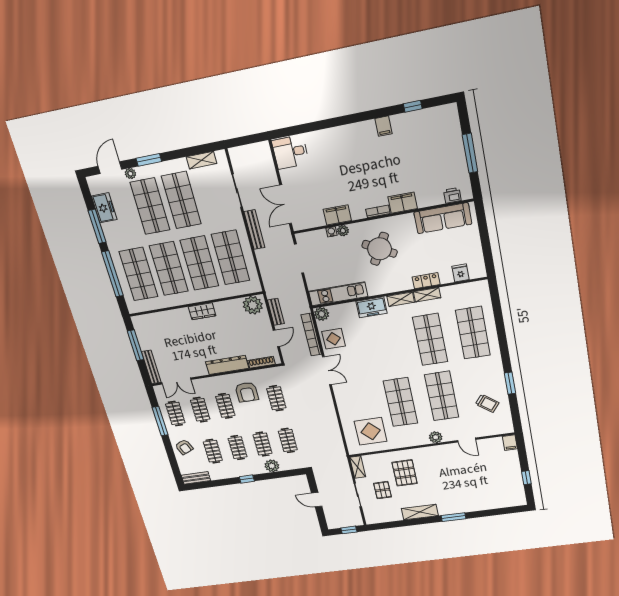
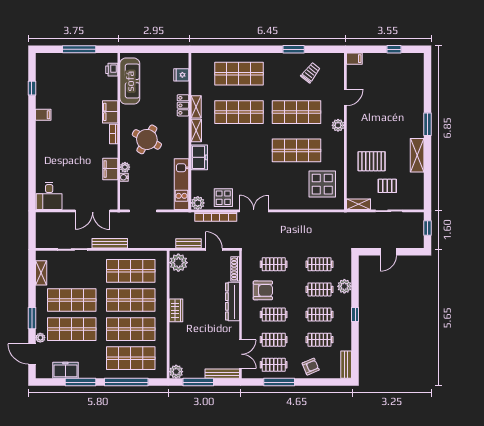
plant: (139, 322) -> (176, 372), added

